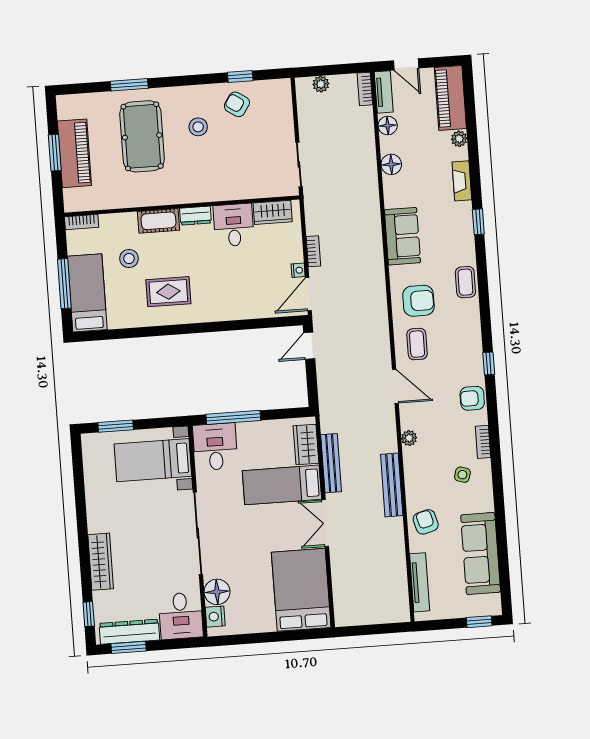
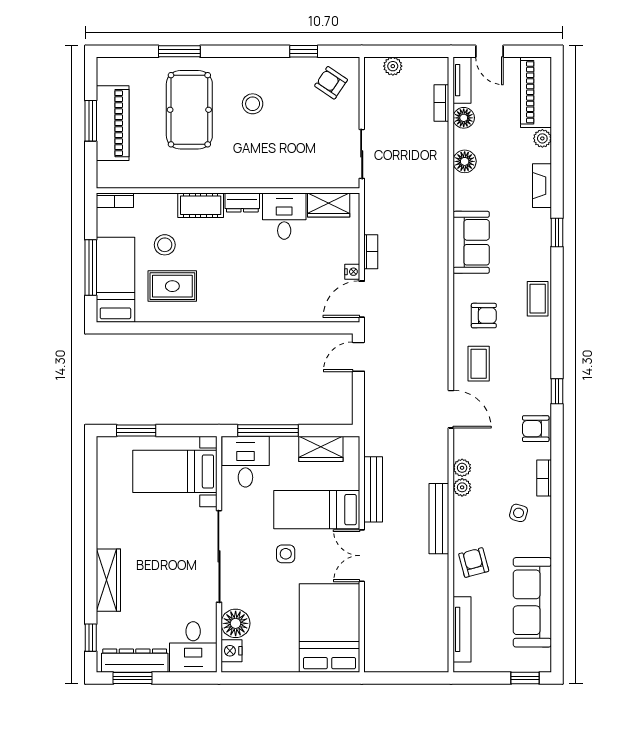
bookcase: (365, 89) -> (441, 103), moved
armchair: (237, 104) -> (331, 83), moved
rug: (168, 292) -> (172, 286), moved
armchair: (418, 301) -> (484, 316), width x0.72, depth x0.72
wardrobe: (306, 445) -> (321, 449), moved, turned -90
plant: (410, 456) -> (462, 487), added
side table: (257, 526) -> (286, 554), added

